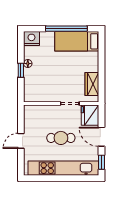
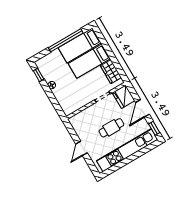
nightstand: (31, 39) -> (43, 64), removed
bed: (77, 62) -> (89, 61), added
window: (21, 70) -> (39, 75), moved
door: (101, 137) -> (142, 108), hinge flipped

